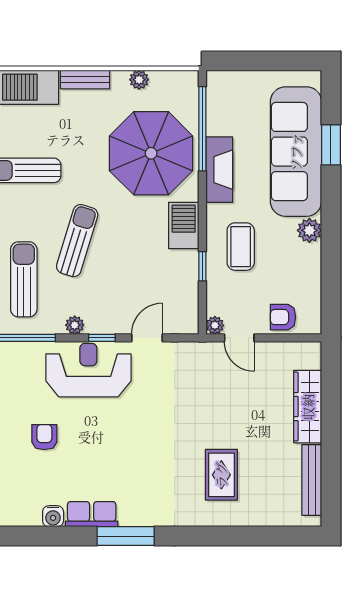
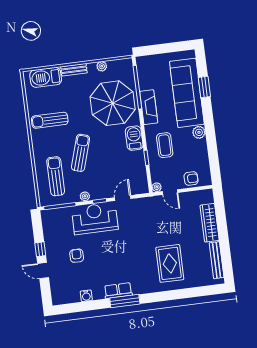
armchair: (283, 317) -> (191, 179), turned 180
rug: (221, 475) -> (170, 263), width x1.36, depth x1.43
row of seats: (92, 514) -> (118, 291), moved

